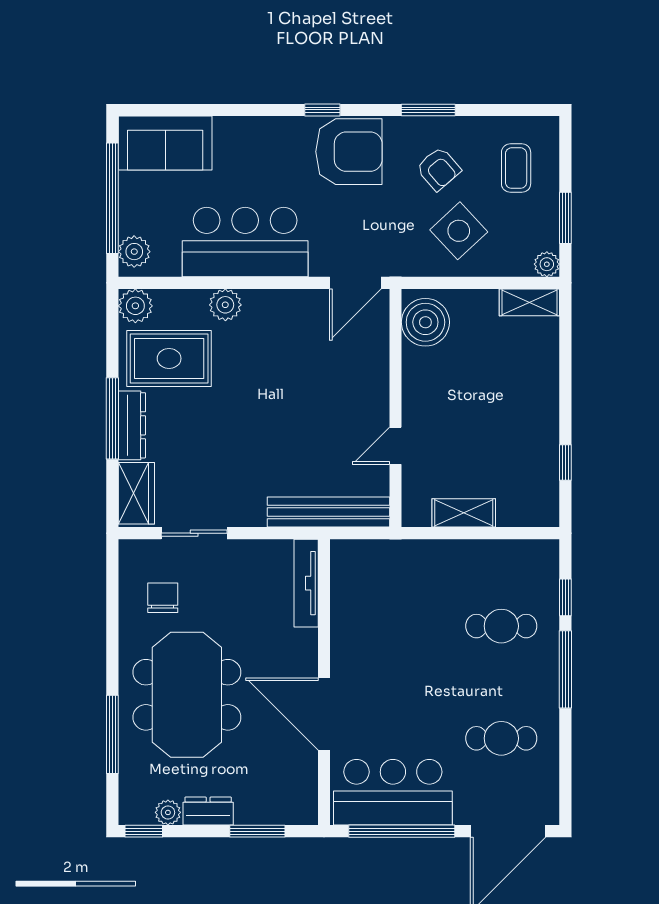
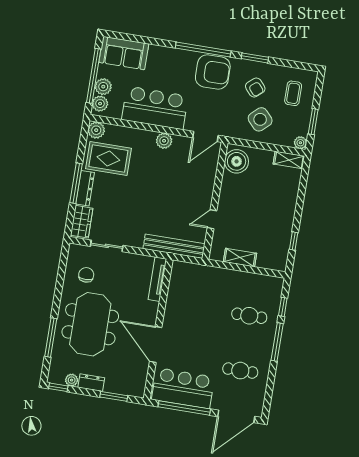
window: (322, 110) -> (203, 50), width x3.17
plant: (135, 217) -> (103, 87), added
plant: (225, 305) -> (164, 141), moved

